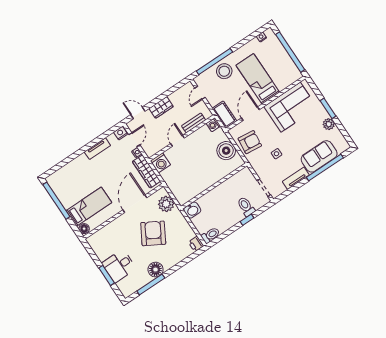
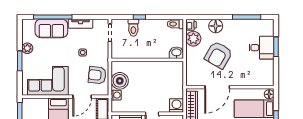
washing machine: (213, 125) -> (116, 95), moved
plant: (166, 204) -> (193, 39), moved
floor lamp: (156, 270) -> (216, 26), moved

